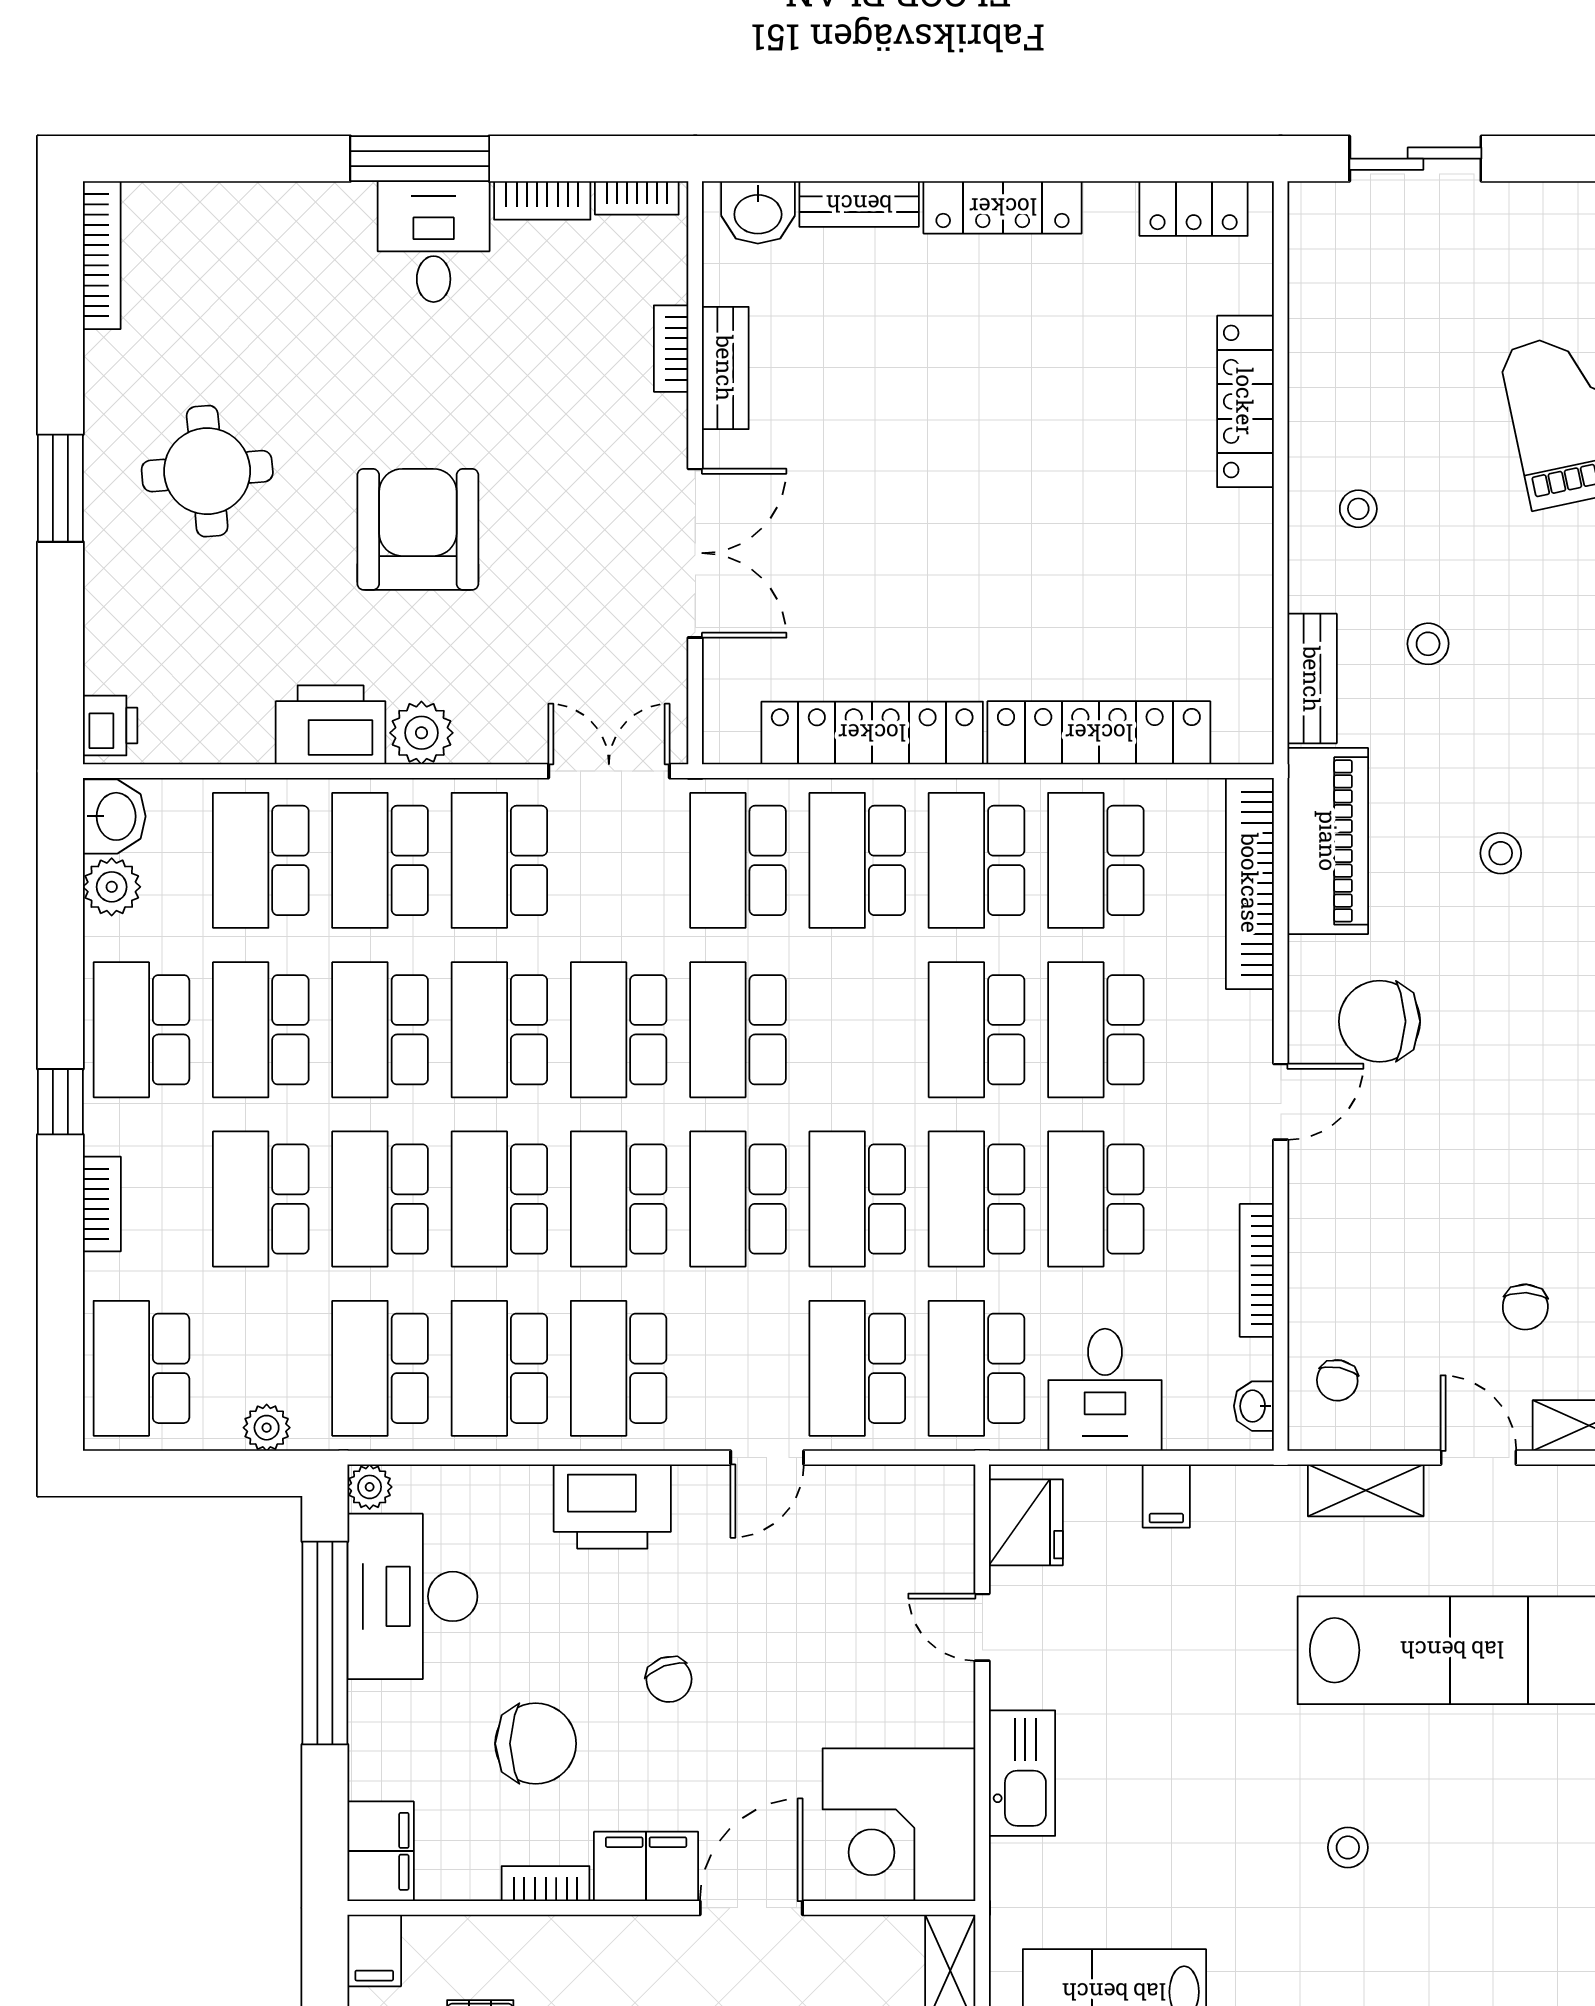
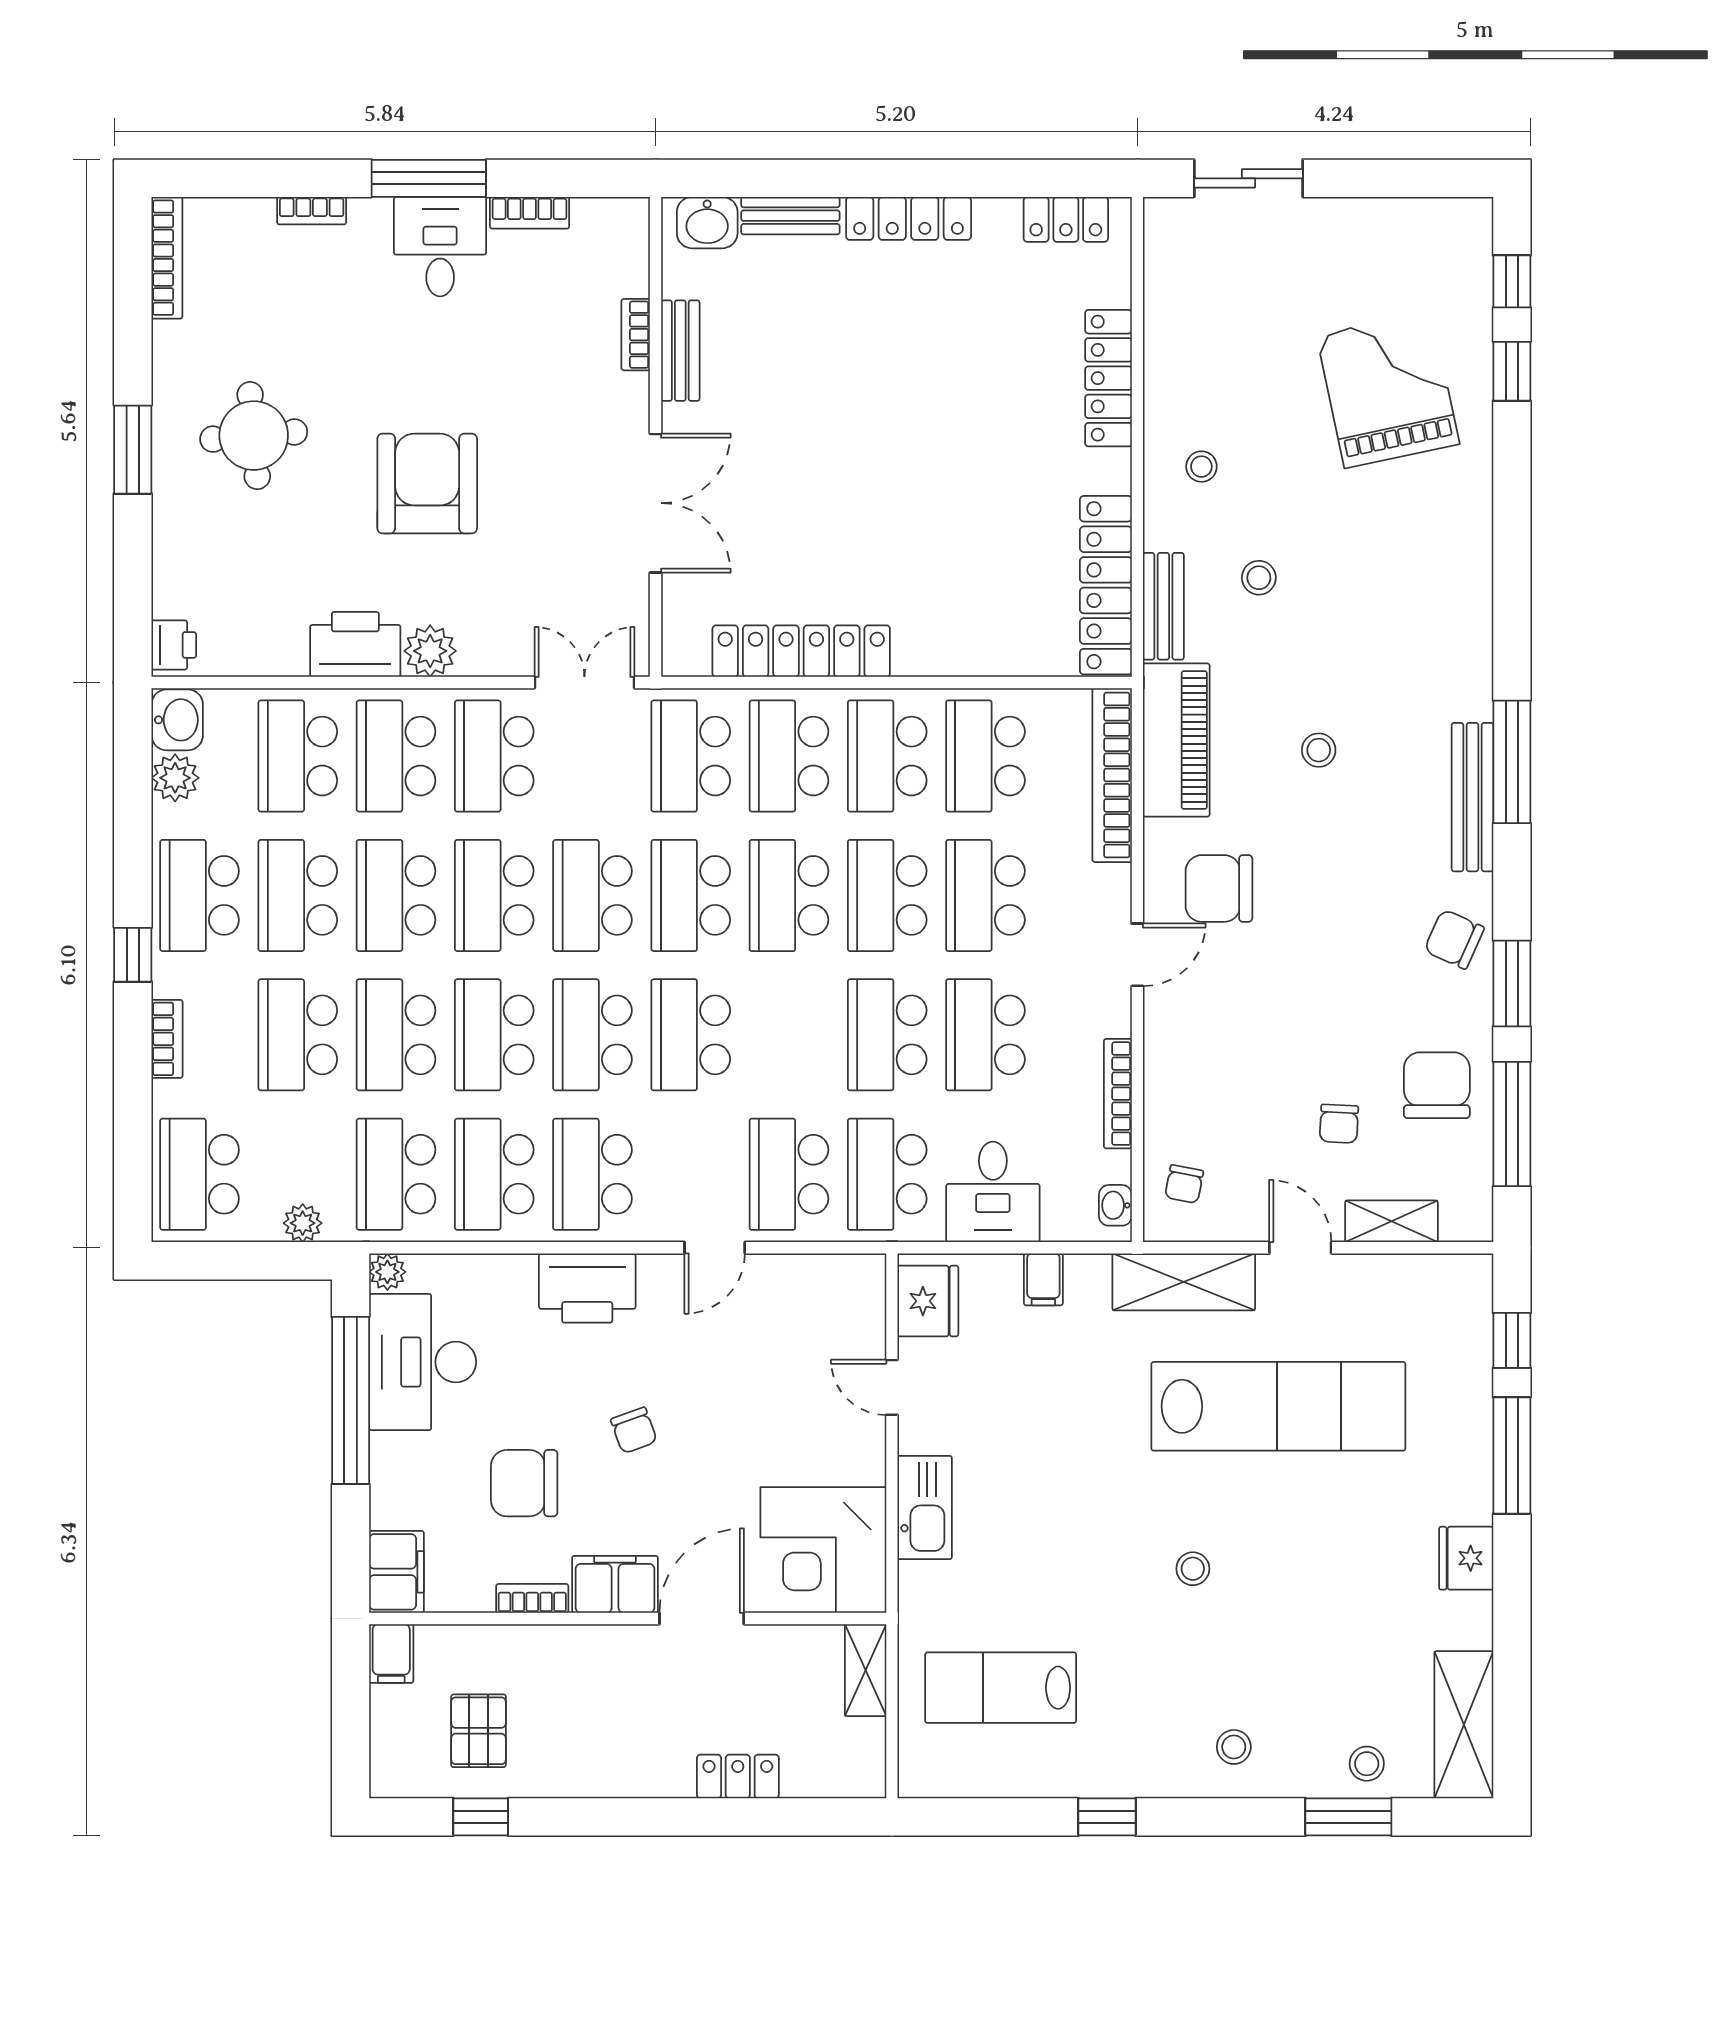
bookcase: (637, 198) -> (312, 211), moved
locker: (1099, 733) -> (1106, 585), moved, turned -90
school desk: (857, 1199) -> (789, 895), moved
shelving: (1366, 1490) -> (1184, 1282), width x1.50, depth x1.33
chair: (536, 1744) -> (524, 1483), turned 180

